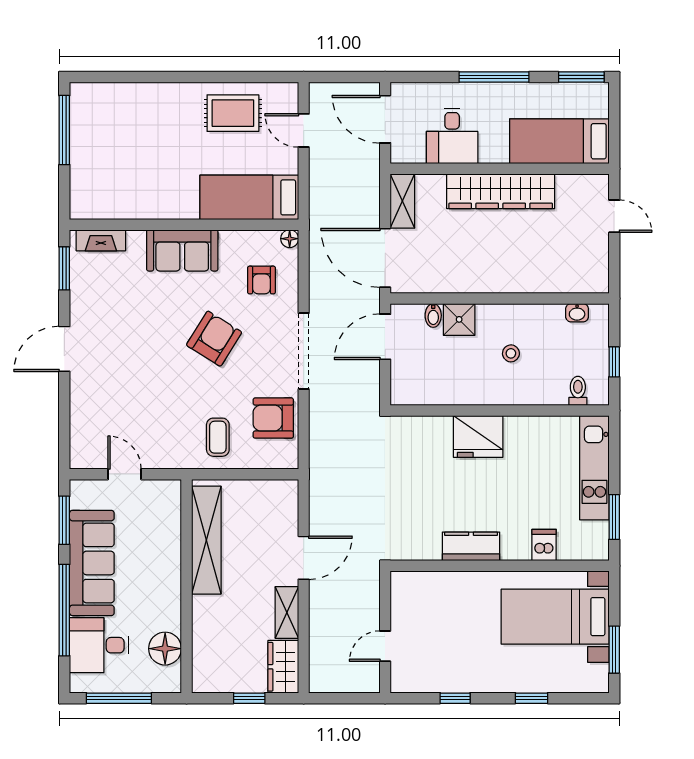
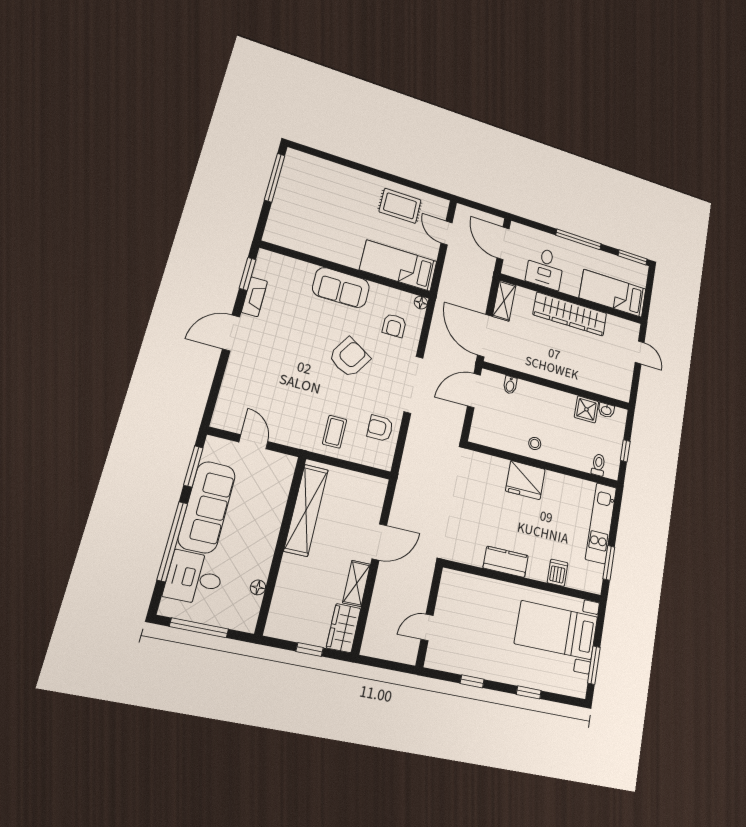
fireplace: (101, 240) -> (254, 297), moved, turned -90
shower: (459, 319) -> (586, 409), moved
stool: (511, 353) -> (535, 443), moved
armchair: (273, 418) -> (380, 428), width x0.72, depth x0.72
floor lamp: (165, 649) -> (258, 587), width x0.53, depth x0.53

